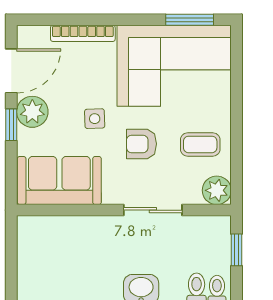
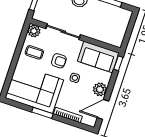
window: (190, 20) -> (42, 113), moved
window: (11, 125) -> (118, 63), moved
sliding door: (153, 210) -> (63, 32), width x1.37

